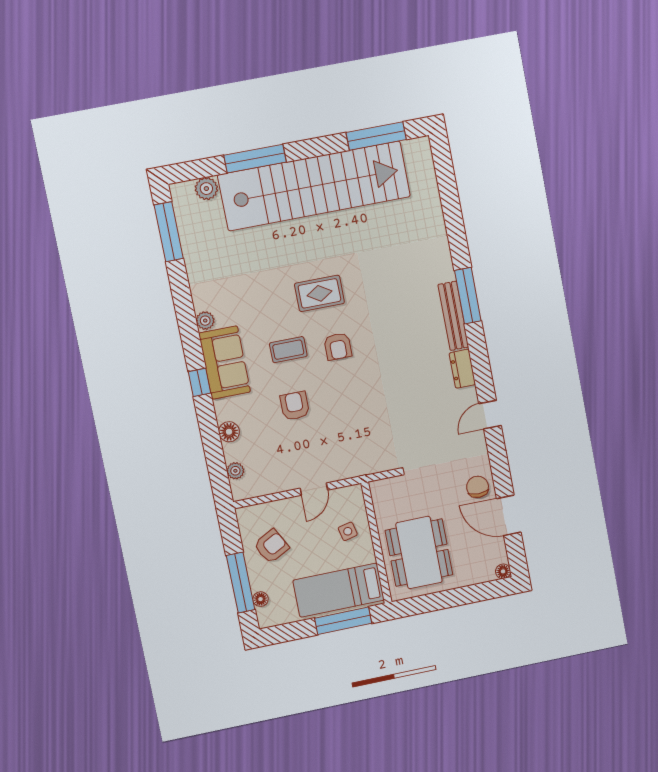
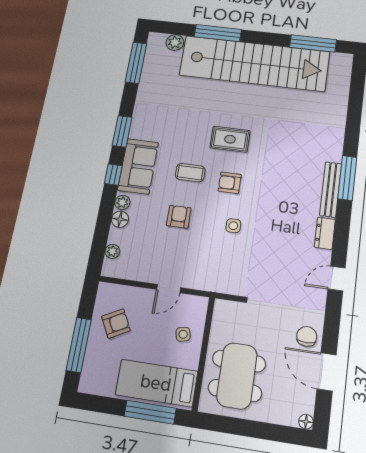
plant: (205, 321) -> (122, 202), moved
window: (188, 326) -> (122, 131), added
armchair: (338, 346) -> (230, 183), turned 90
side table: (359, 395) -> (233, 226), added
floor lamp: (261, 599) -> (89, 366), removed

